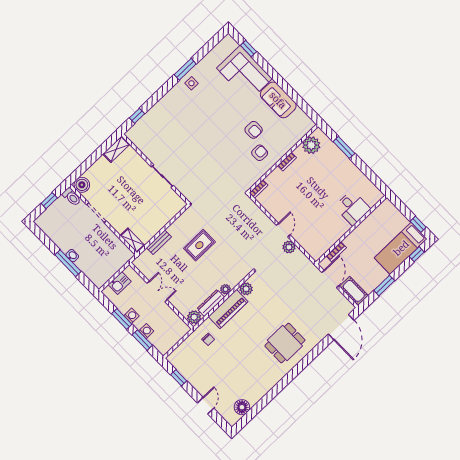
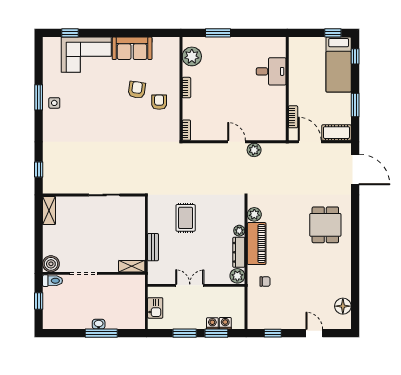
armchair: (254, 130) -> (137, 90), turned -82
washing machine: (132, 316) -> (225, 323), moved

